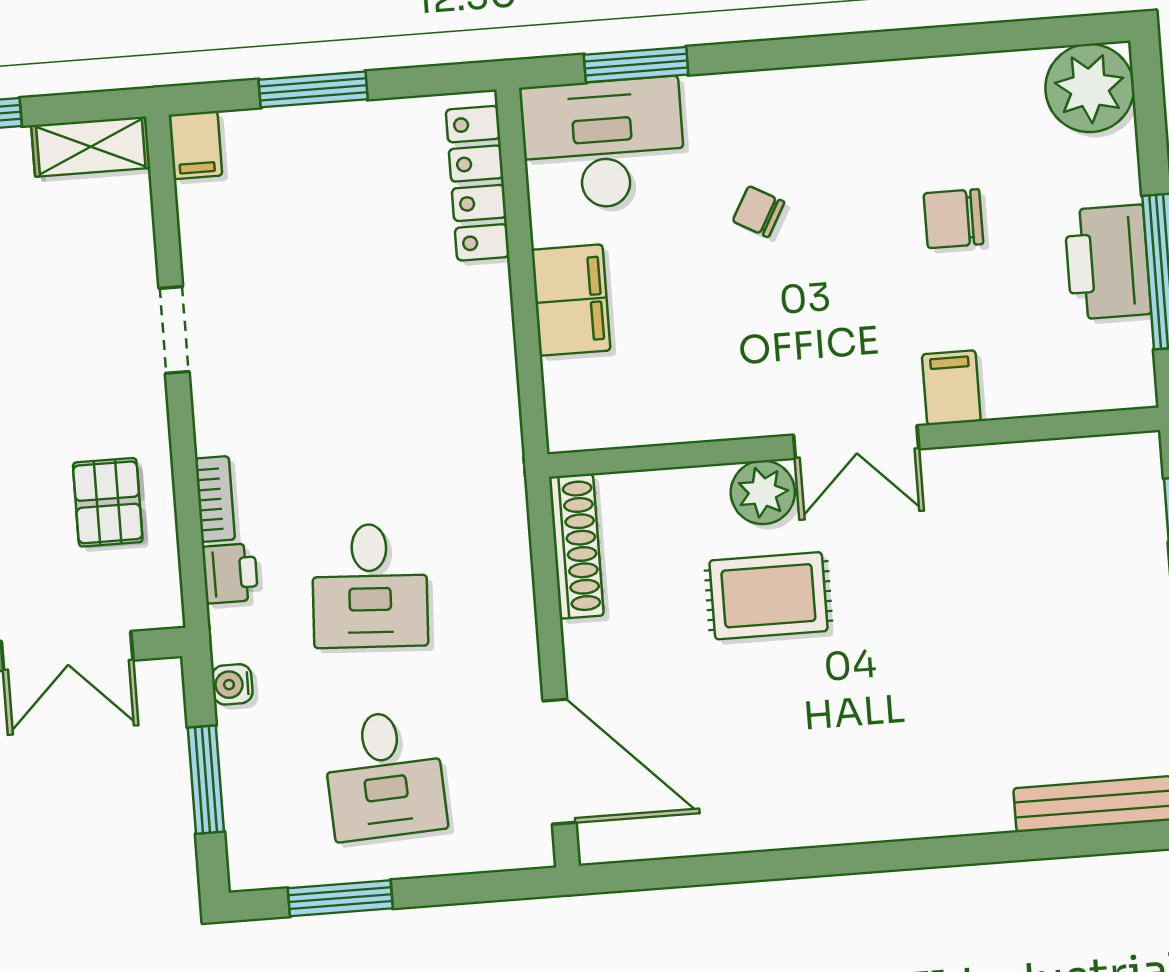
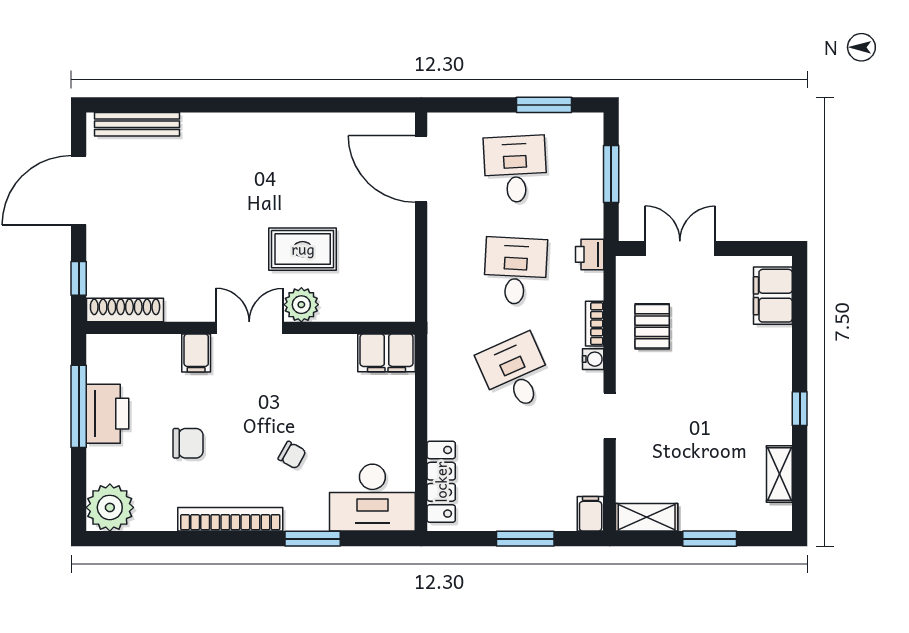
window: (636, 65) -> (313, 539), moved
bookcase: (864, 83) -> (230, 519), added
filing cabinet: (571, 300) -> (387, 353), moved, turned -90
desk: (355, 396) -> (515, 373), added
shoe rack: (576, 546) -> (125, 310), moved, turned 90
printer: (230, 573) -> (590, 254), moved
water cooler: (232, 684) -> (593, 359), moved

